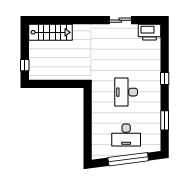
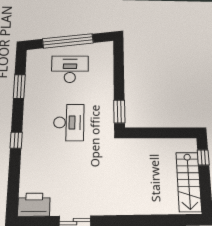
stairs: (50, 32) -> (189, 182), moved, turned -90
window: (88, 101) -> (119, 112), added

